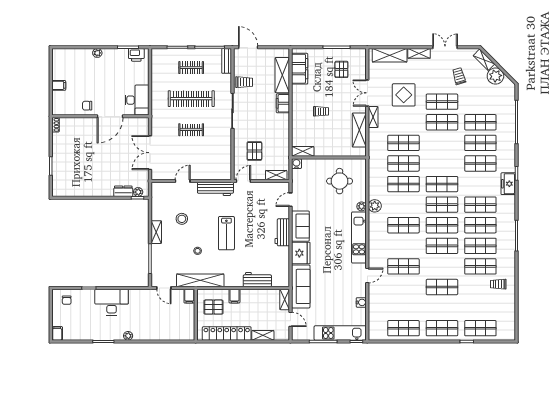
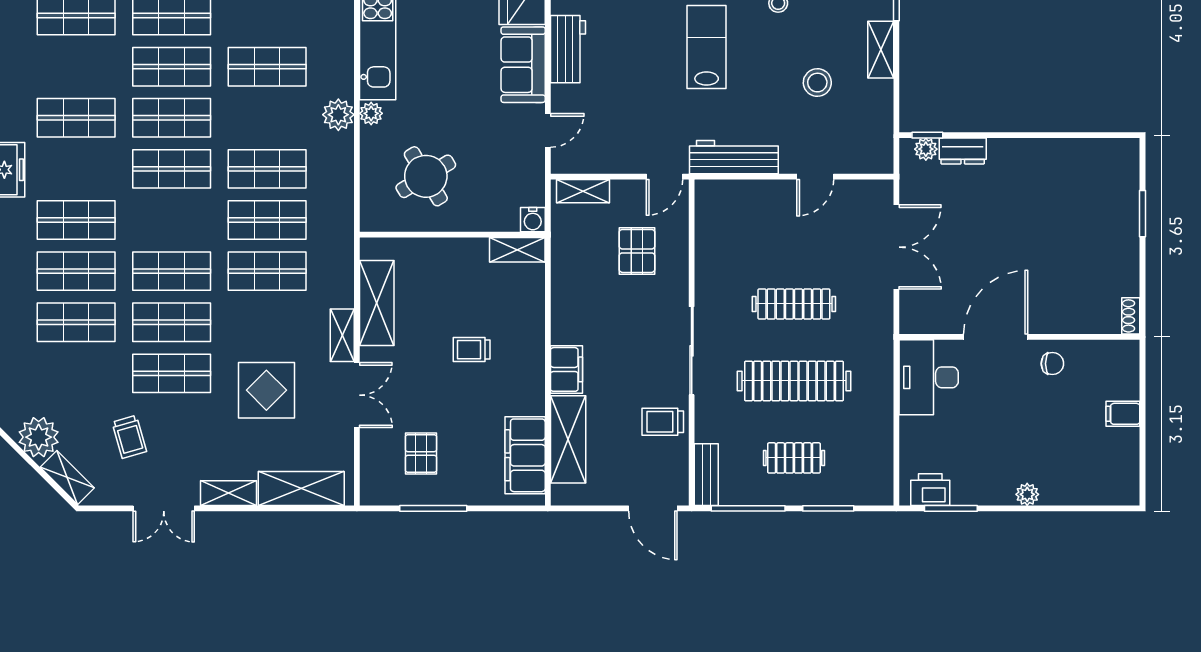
clothes rail: (191, 130) -> (794, 304), width x1.36
round table: (340, 181) -> (426, 176), turned -31
shop shelf: (480, 225) -> (172, 271), moved

